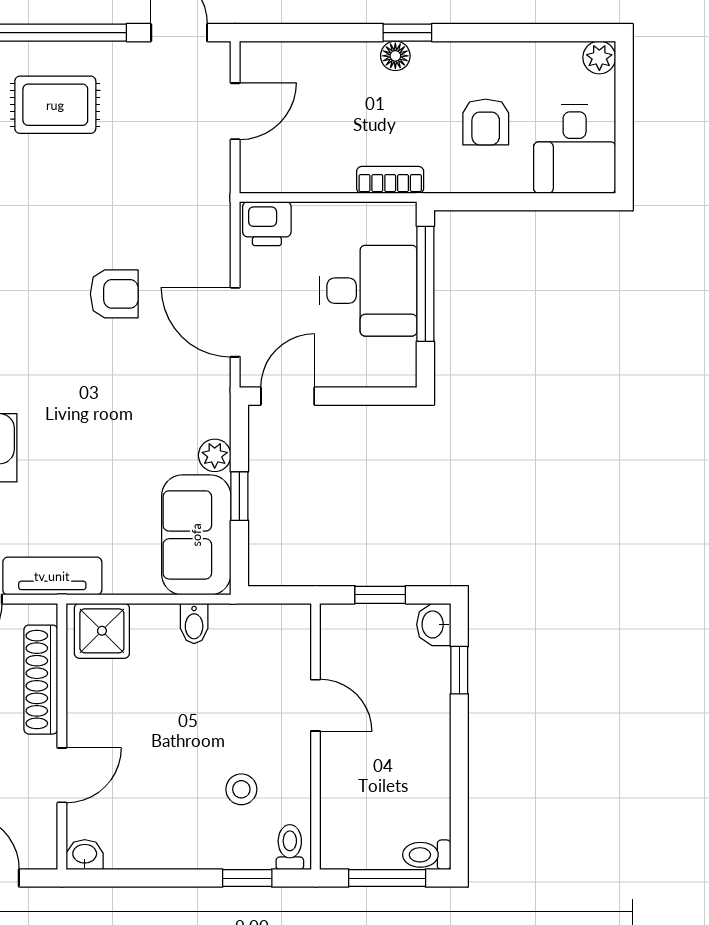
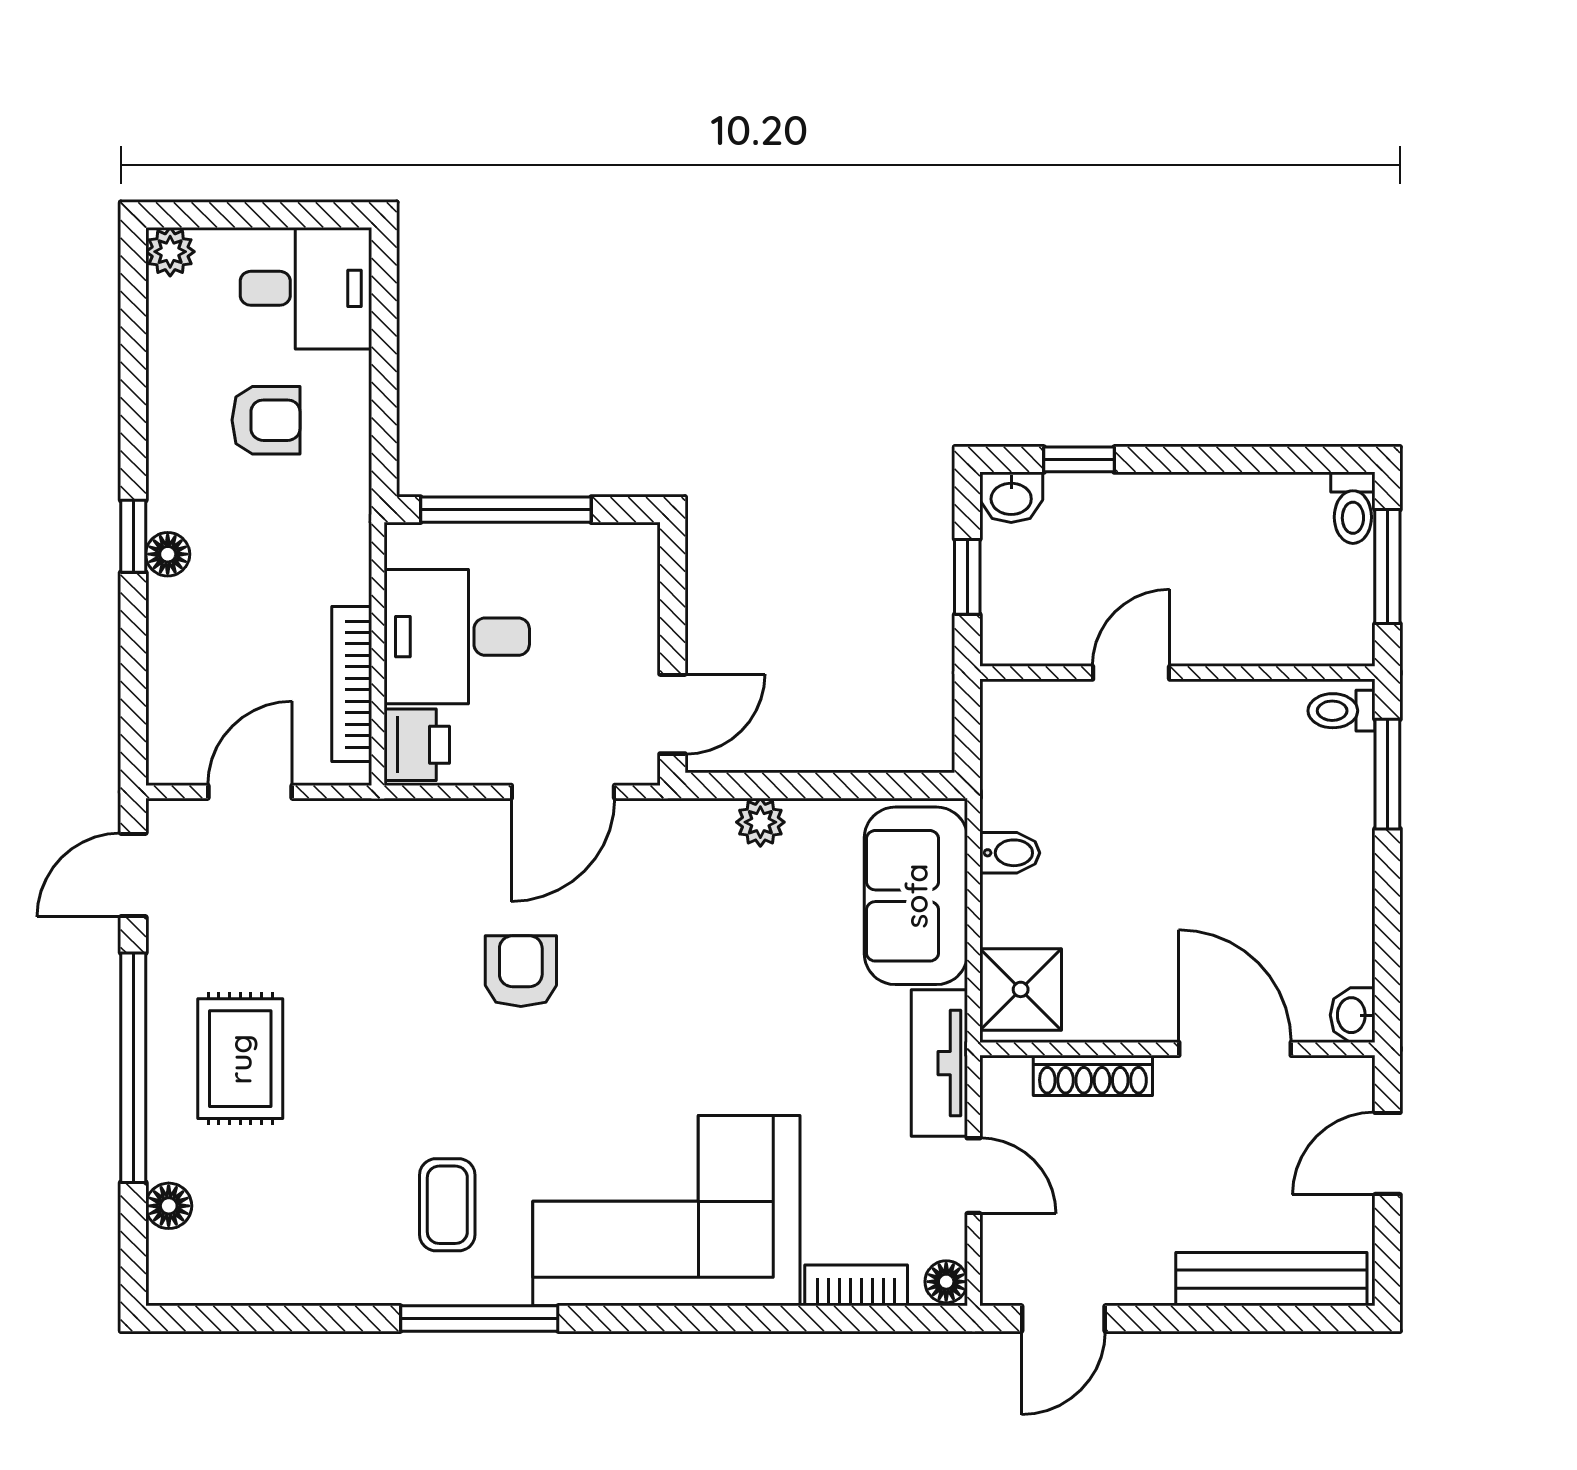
door: (235, 111) -> (250, 792), hinge flipped
bookcase: (390, 180) -> (352, 684), moved, width x1.56
desk: (368, 291) -> (457, 637), moved, turned -90
door: (288, 396) -> (673, 714), swing flipped
window: (239, 496) -> (821, 786), removed
sofa: (196, 535) -> (916, 896), moved, turned 90
shoe rack: (41, 680) -> (1093, 1075), width x0.74, depth x0.81
door: (62, 775) -> (1235, 1049), width x1.38
stool: (241, 789) -> (1256, 783), removed
window: (247, 878) -> (1387, 774), width x1.50

